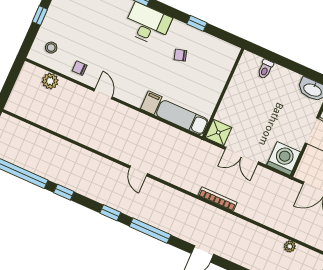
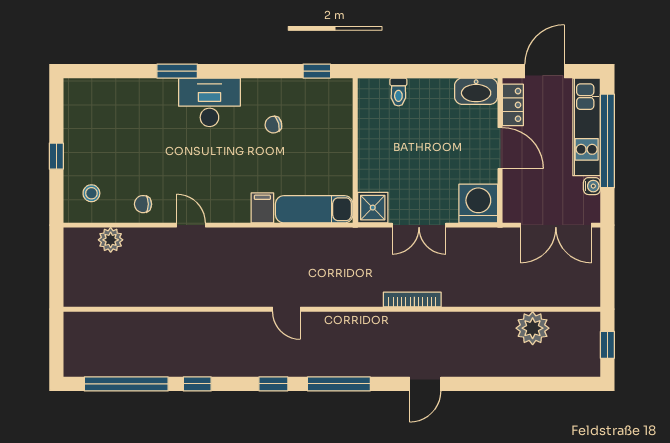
window: (197, 23) -> (317, 71), moved
plant: (290, 246) -> (533, 328), width x1.87, depth x1.87

